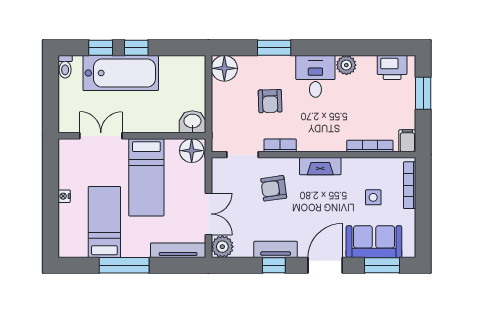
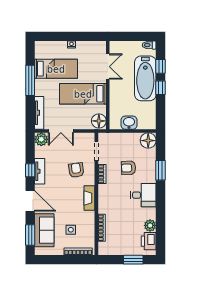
plant: (346, 65) -> (150, 225), moved
washbasin: (192, 122) -> (129, 123), moved, turned -90
filing cabinet: (407, 141) -> (105, 250), removed

